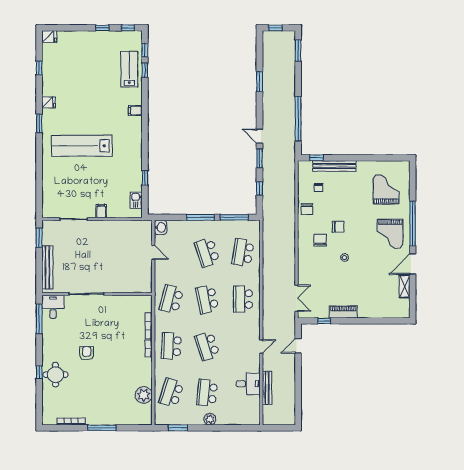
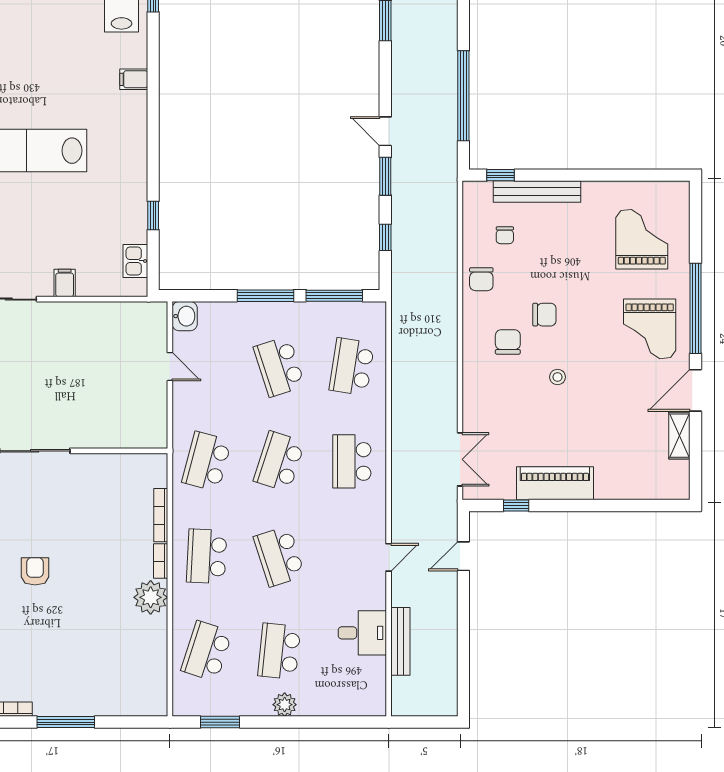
school desk: (207, 299) -> (279, 461), turned 30
piano: (343, 312) -> (555, 483), width x1.37, depth x1.33
plant: (144, 395) -> (151, 597), moved

